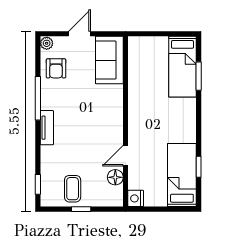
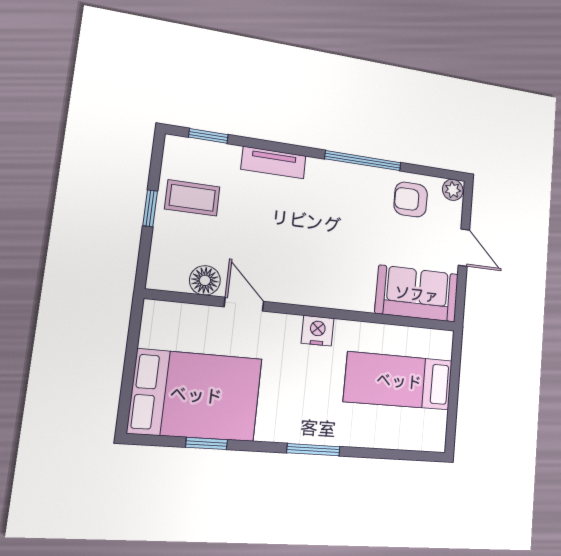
bed: (182, 67) -> (399, 381), moved
window: (199, 76) -> (313, 450), moved
tv unit: (47, 128) -> (274, 163), moved
bed: (182, 175) -> (196, 395), width x1.50
nightstand: (136, 198) -> (318, 331), moved

